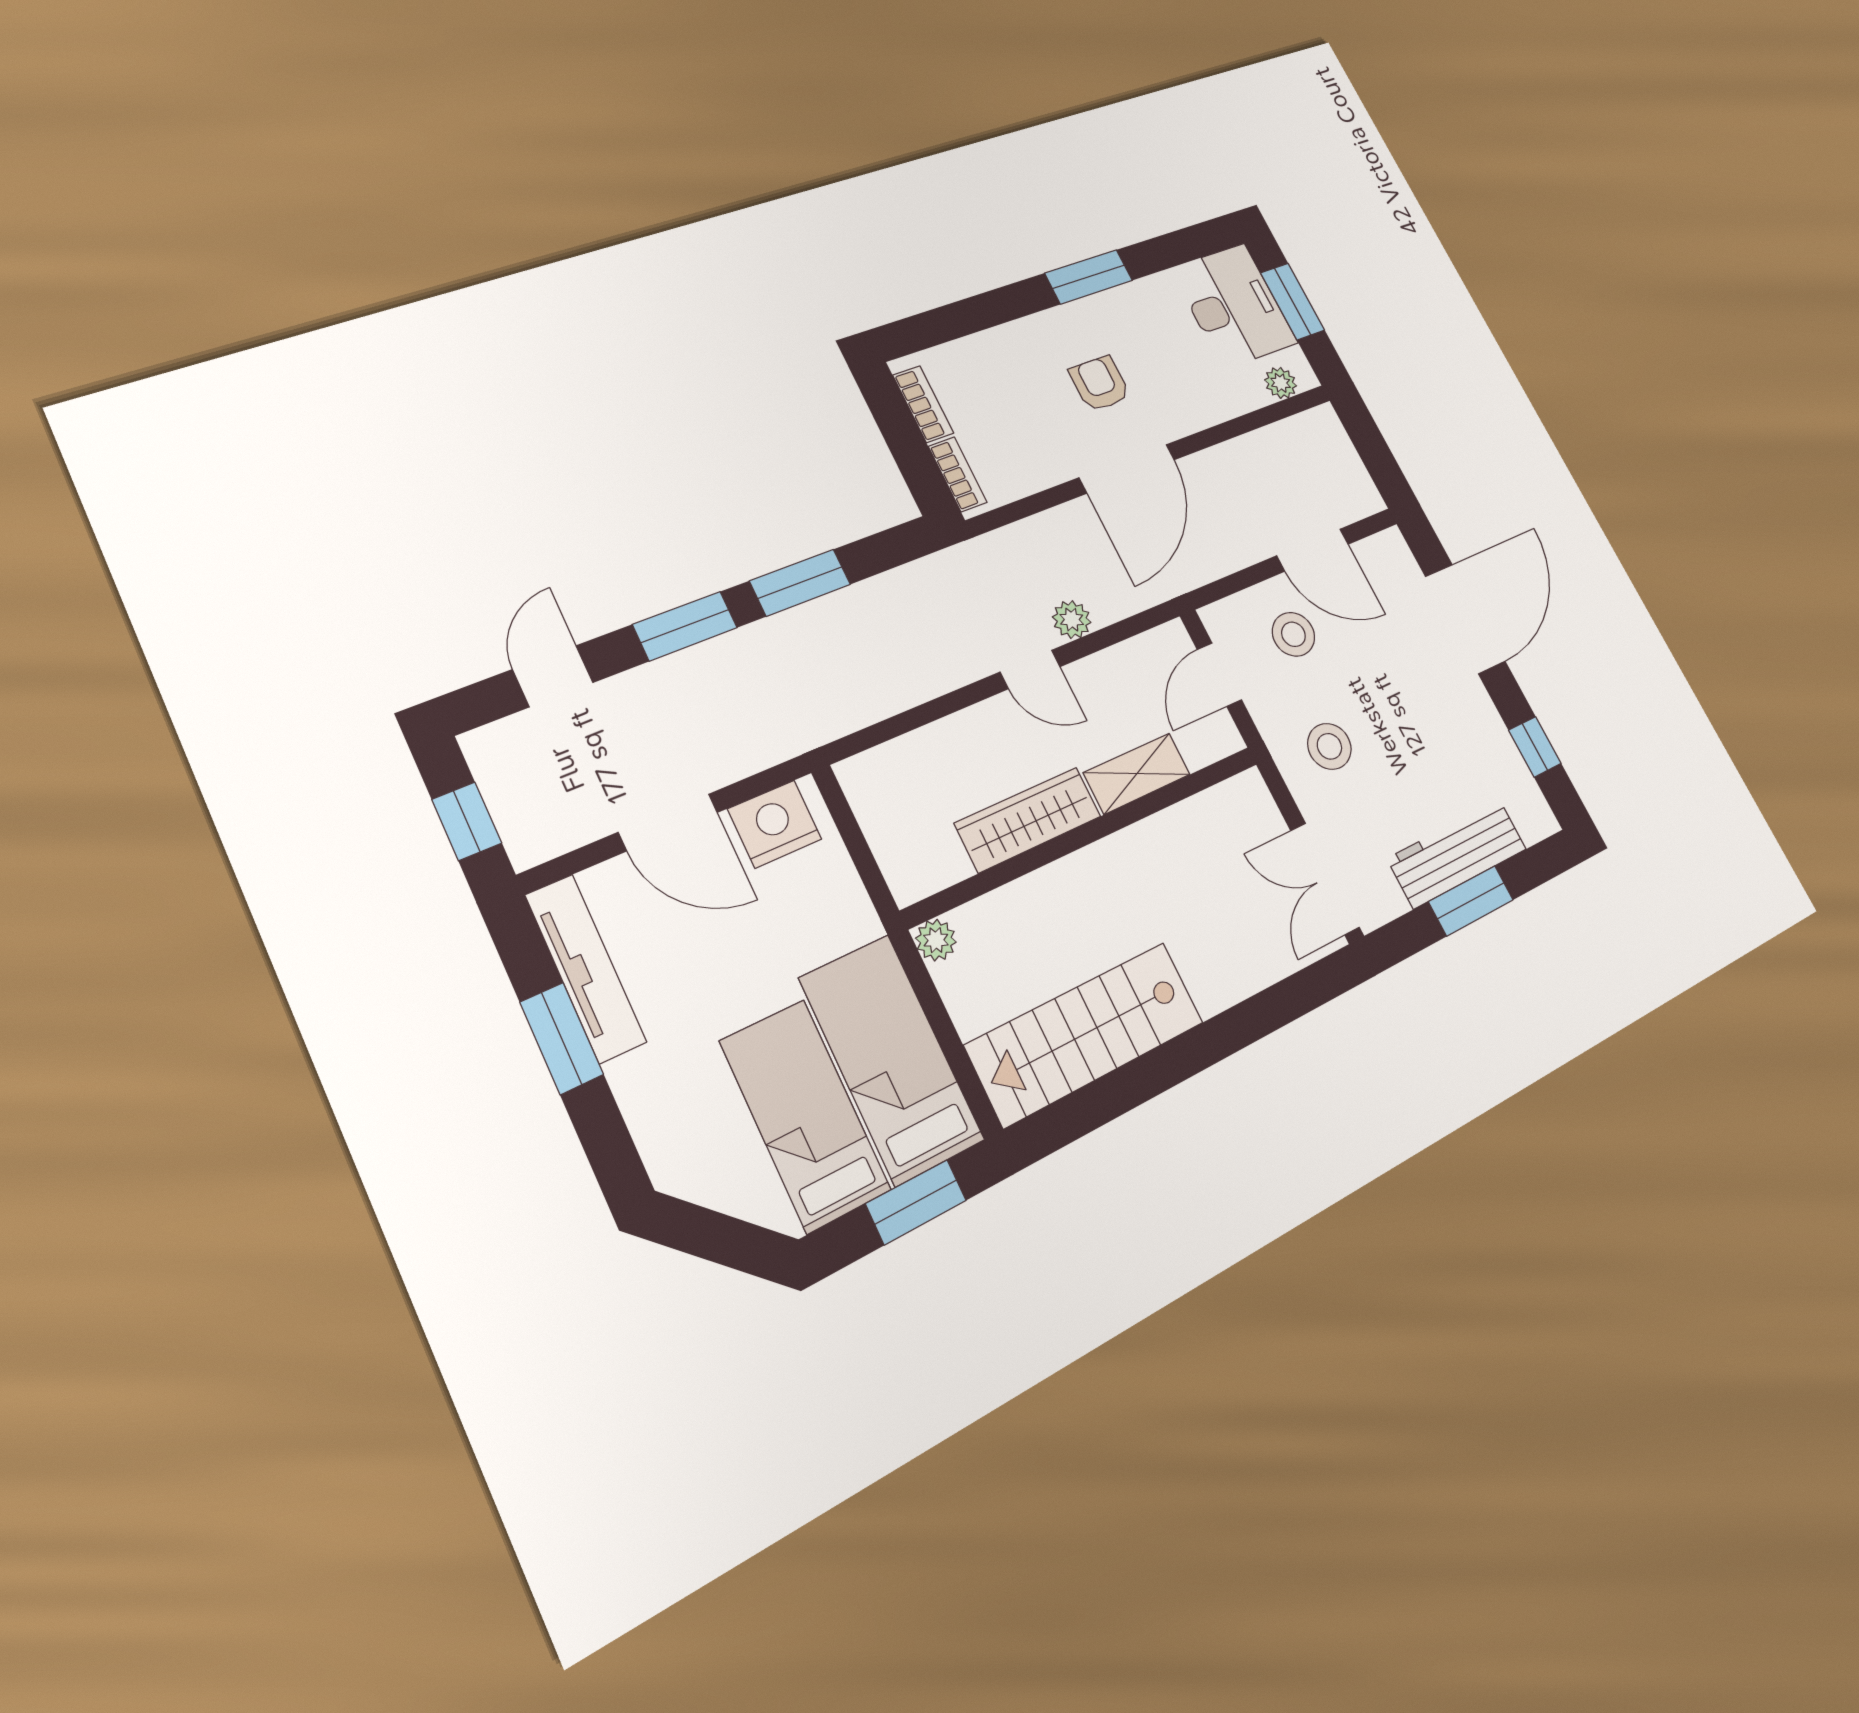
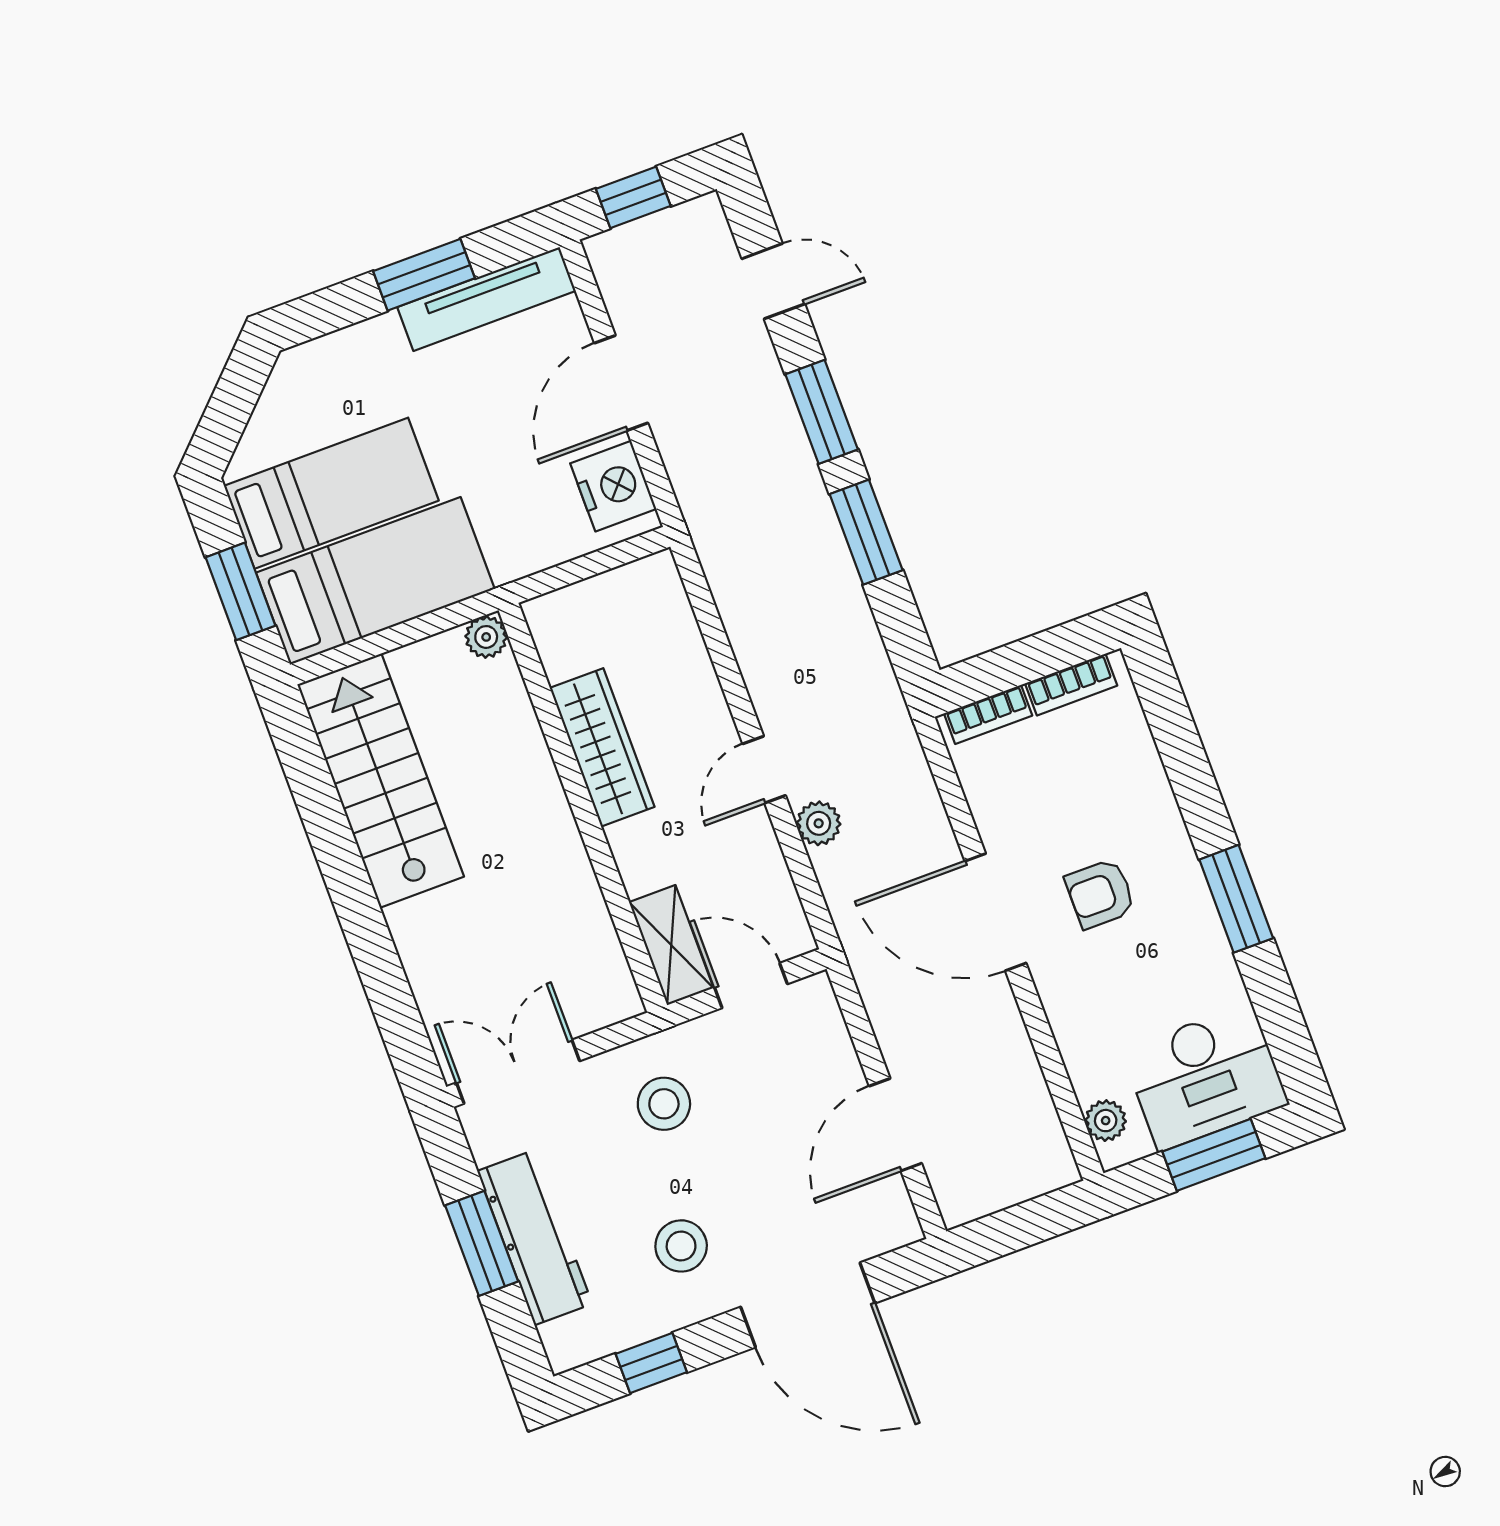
armchair: (1100, 384) -> (1100, 894), turned 180
stool: (1293, 634) -> (681, 1246), moved
shelving: (1137, 774) -> (671, 945), moved

